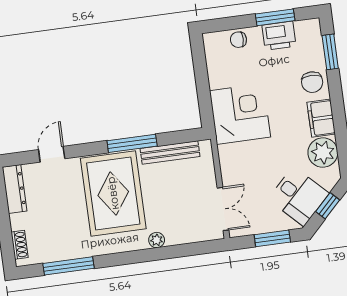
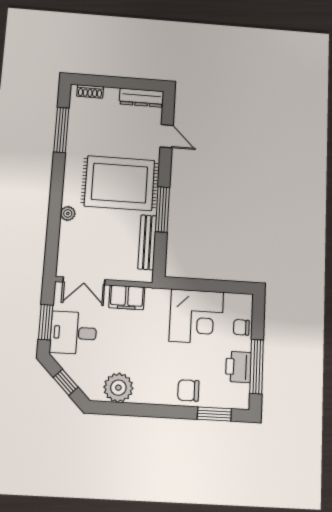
window: (275, 17) -> (257, 367), width x1.44
chair: (238, 40) -> (241, 327), turned -90
corner desk: (240, 114) -> (196, 316), moved
filing cabinet: (321, 118) -> (127, 297), moved, turned 180
desk: (299, 196) -> (73, 333), moved, turned 45

